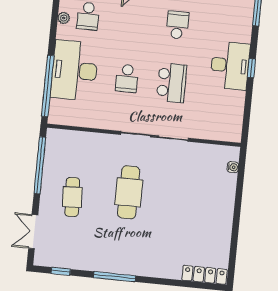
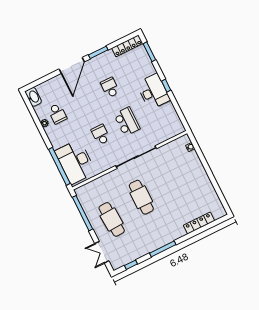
desk: (74, 70) -> (75, 162), moved
school desk: (127, 78) -> (101, 135), turned 180
cafe table: (72, 197) -> (112, 219), width x1.37, depth x1.35
locker: (204, 275) -> (199, 223), moved

